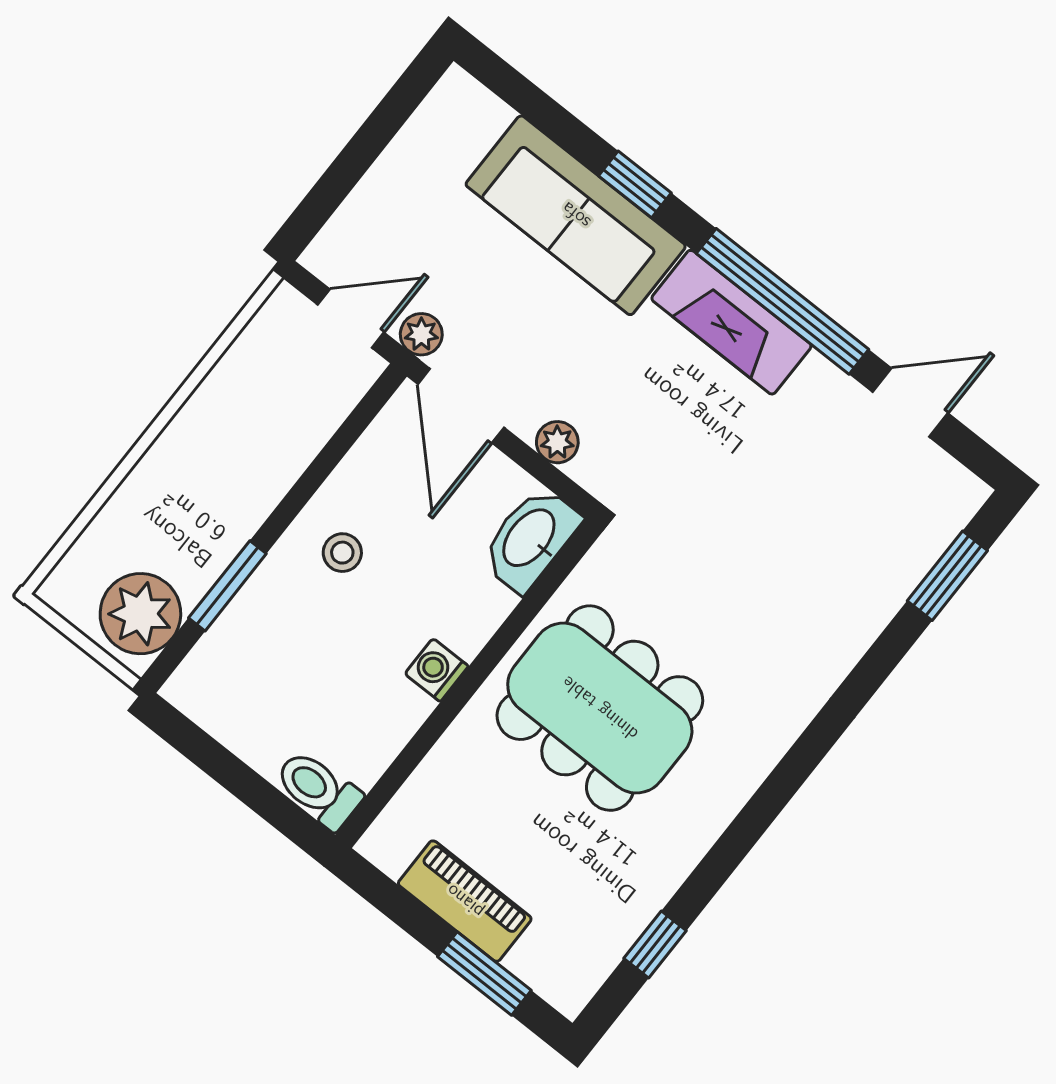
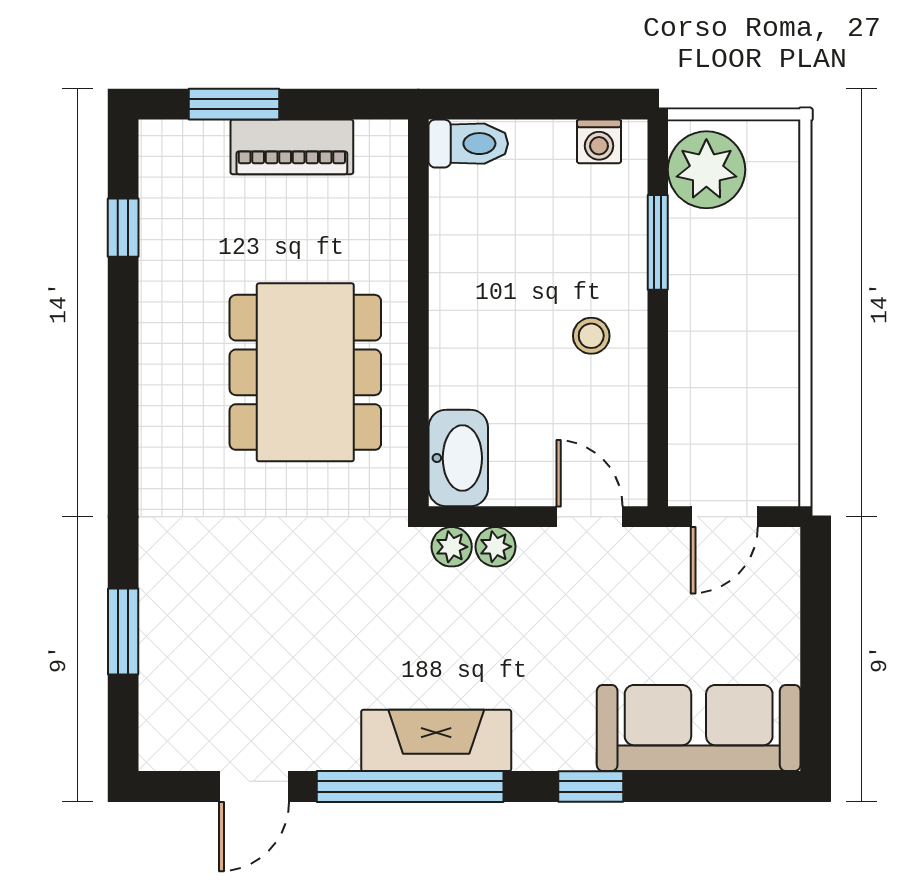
sofa: (576, 215) -> (699, 728), moved
plant: (421, 334) -> (452, 547), moved
door: (461, 406) -> (590, 517), width x0.73
window: (947, 576) -> (123, 631), moved
washing machine: (437, 670) -> (599, 141), moved, turned 90
dining table: (600, 708) -> (305, 372), turned 90

